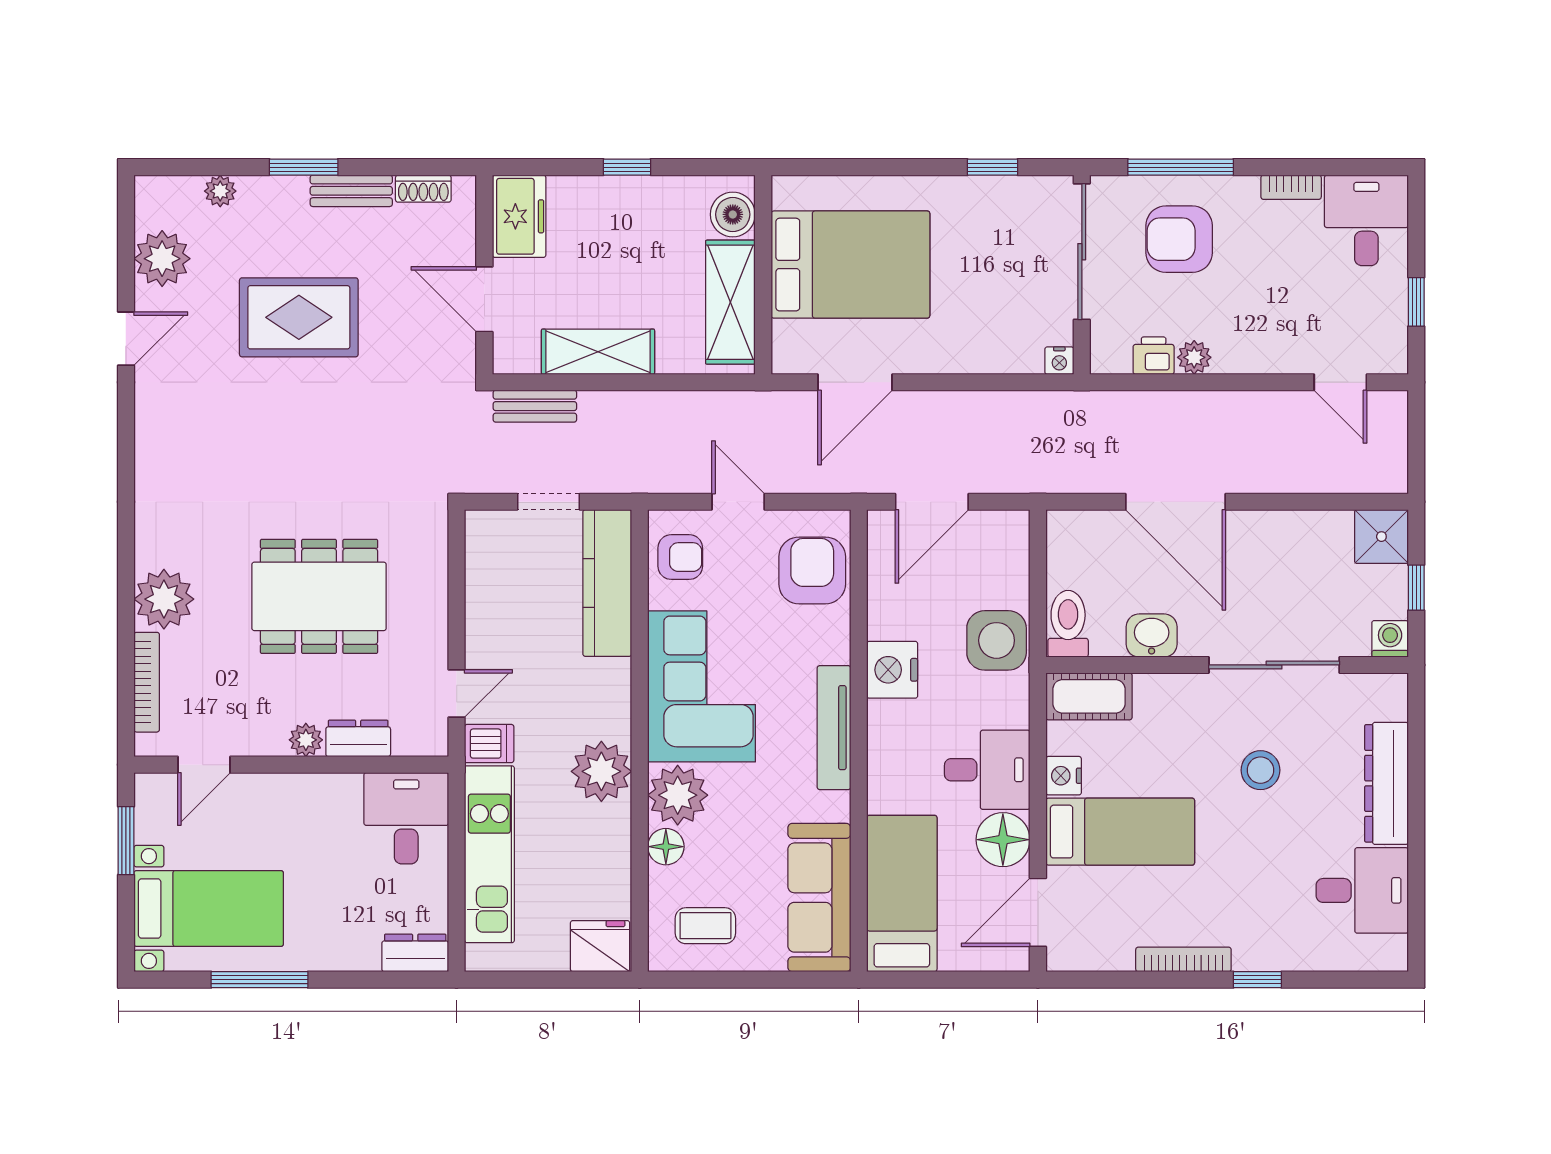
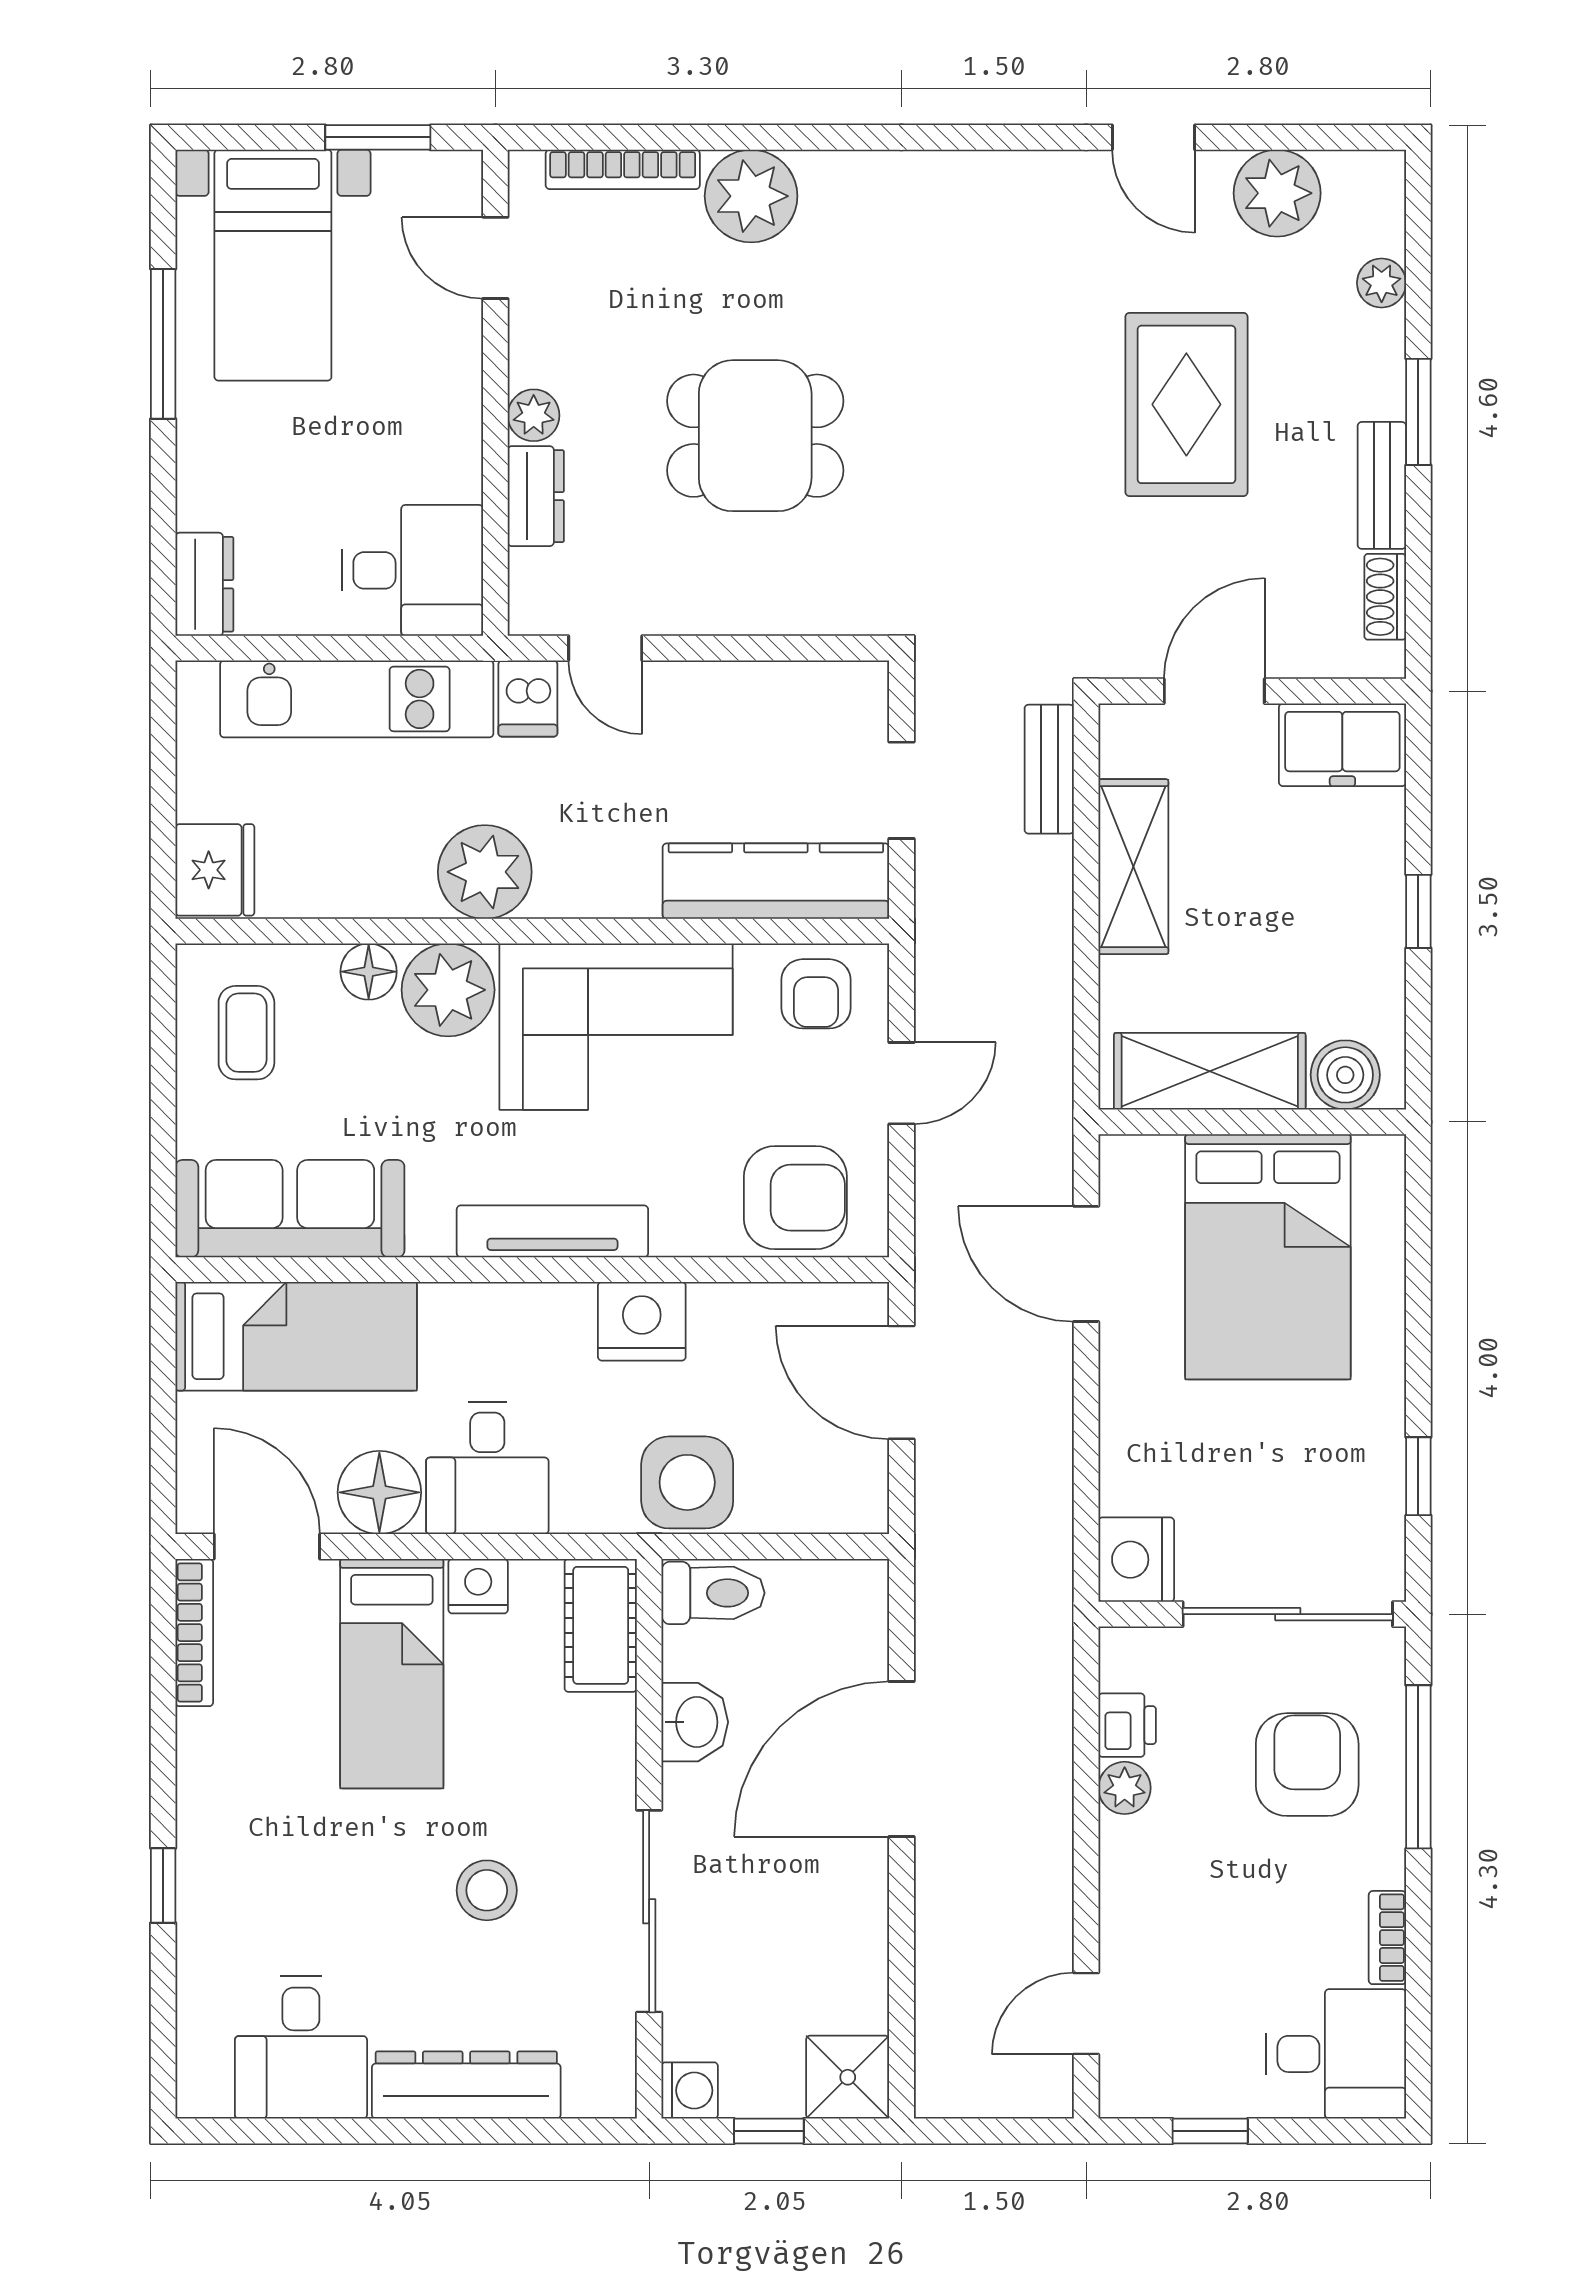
nightstand: (1059, 361) -> (1136, 1560), width x1.89, depth x1.79
dining table: (319, 596) -> (755, 436), width x0.73
bookcase: (1183, 959) -> (194, 1633), moved

